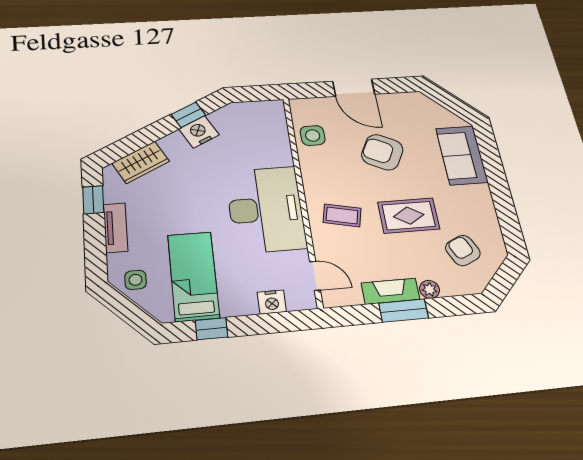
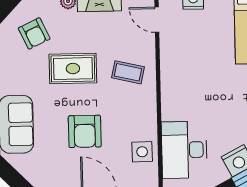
armchair: (382, 152) -> (85, 131), turned 63
desk: (266, 209) -> (184, 150), moved, width x0.73, depth x0.77

